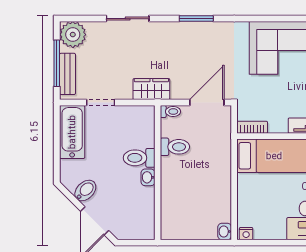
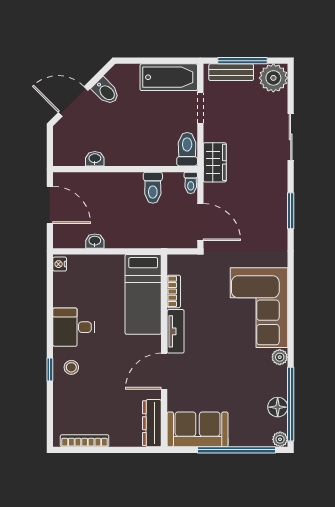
bookcase: (252, 127) -> (174, 291), moved
toilet: (139, 158) -> (187, 149), moved
washbasin: (148, 177) -> (95, 159), moved
washbasin: (225, 231) -> (95, 241), moved
door: (191, 243) -> (50, 205), added

